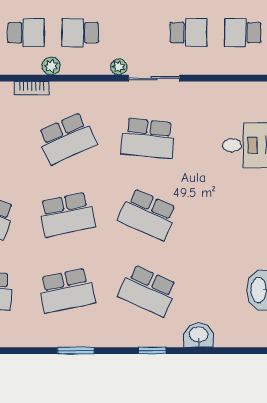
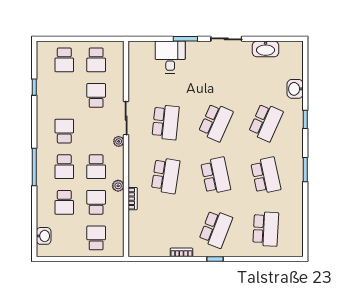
school desk: (67, 138) -> (166, 176), turned 33

